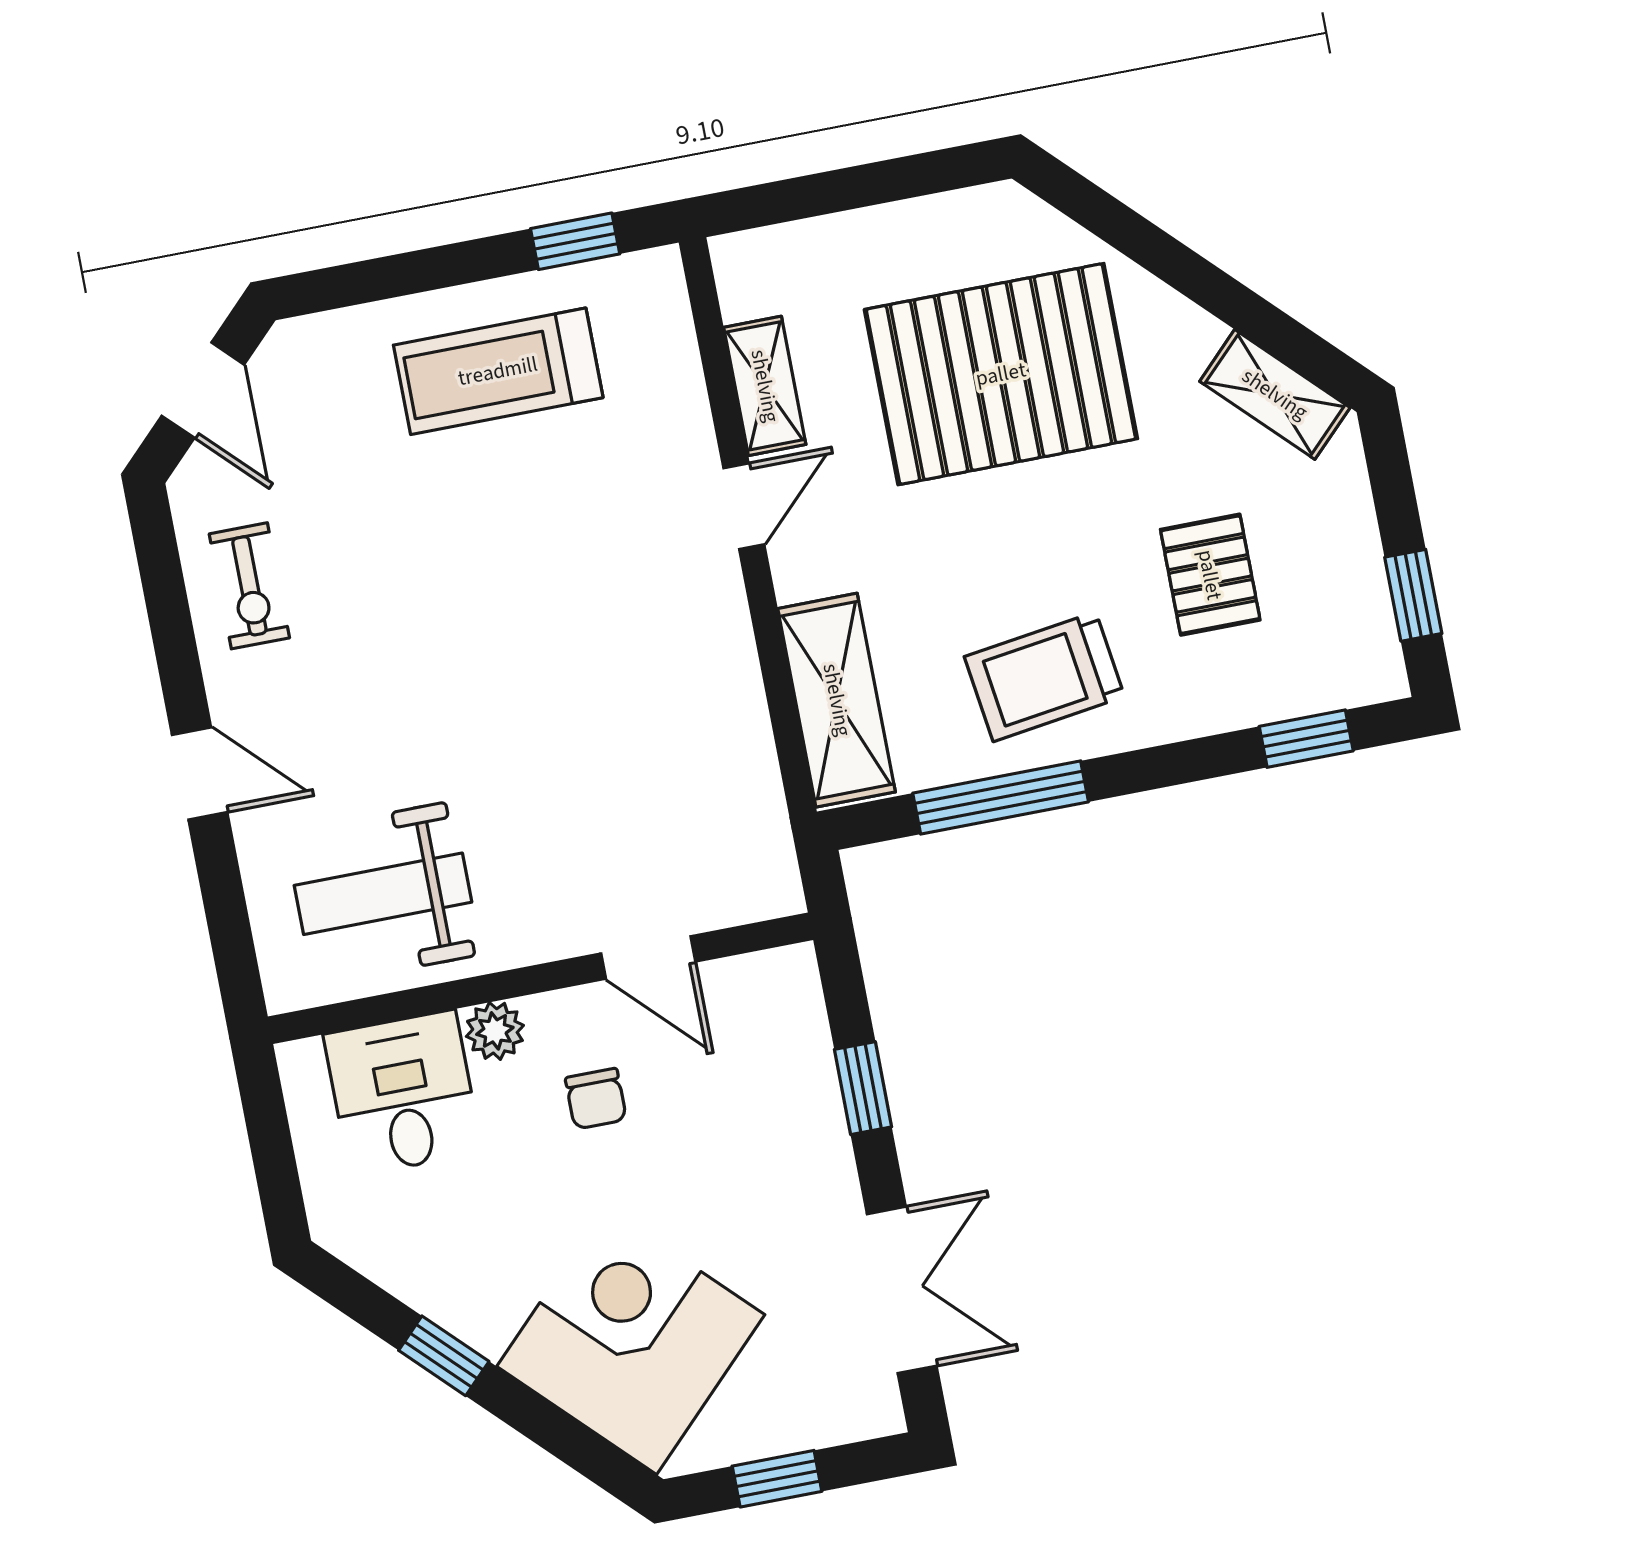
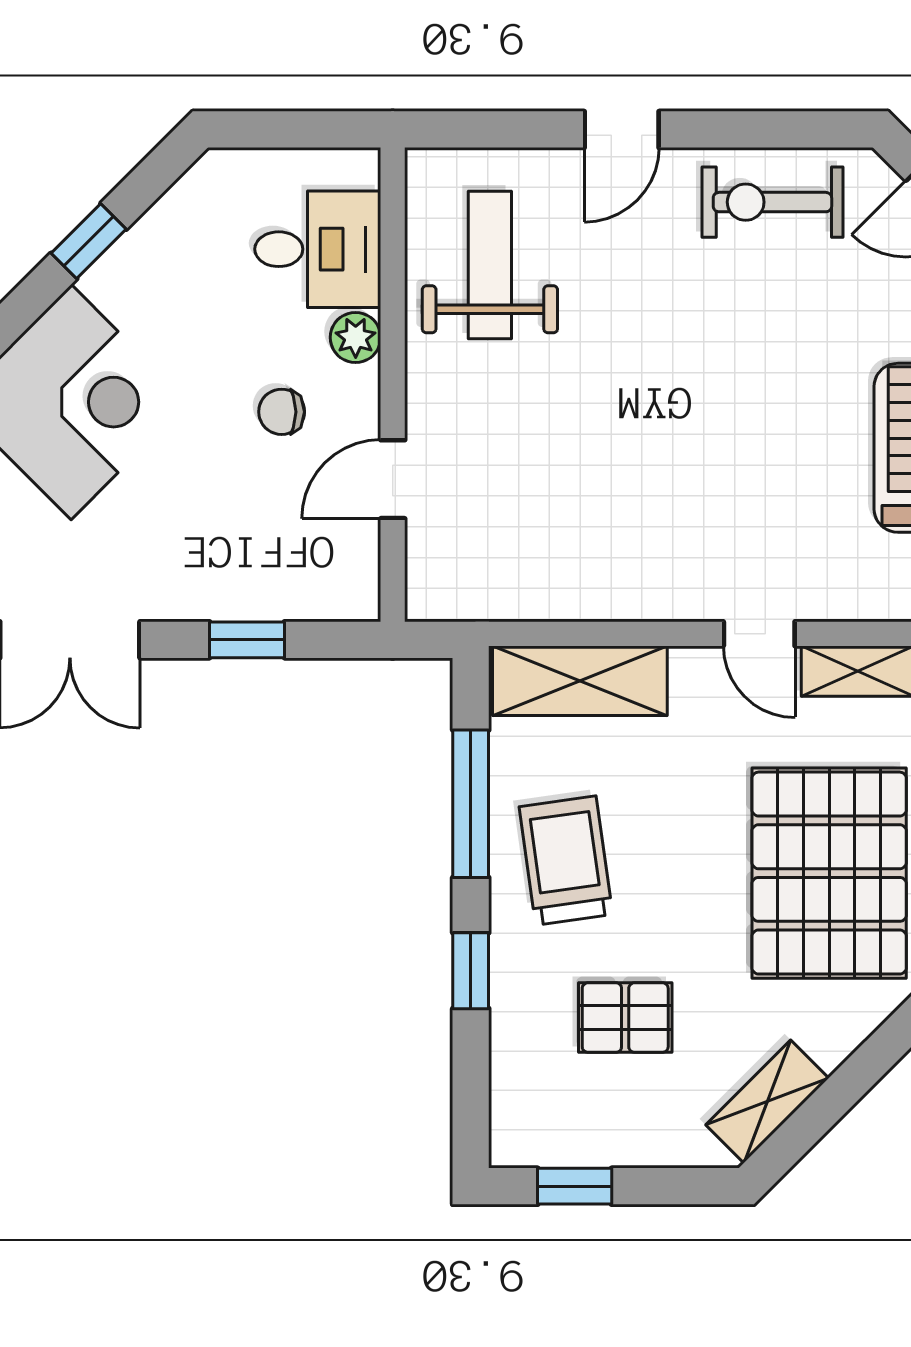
exercise bike: (249, 586) -> (772, 202), width x1.38, depth x1.39
window: (1306, 739) -> (471, 971), moved

